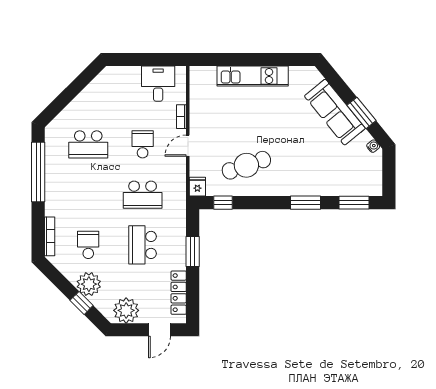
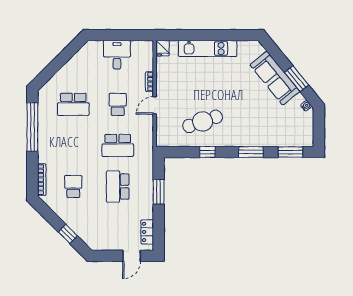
desk: (158, 84) -> (117, 55), moved
fridge: (197, 187) -> (163, 48), moved, turned 180
window: (223, 203) -> (207, 152), moved
plant: (89, 284) -> (74, 219), removed
locker: (179, 293) -> (147, 232), width x0.66
plant: (126, 310) -> (104, 240), removed

